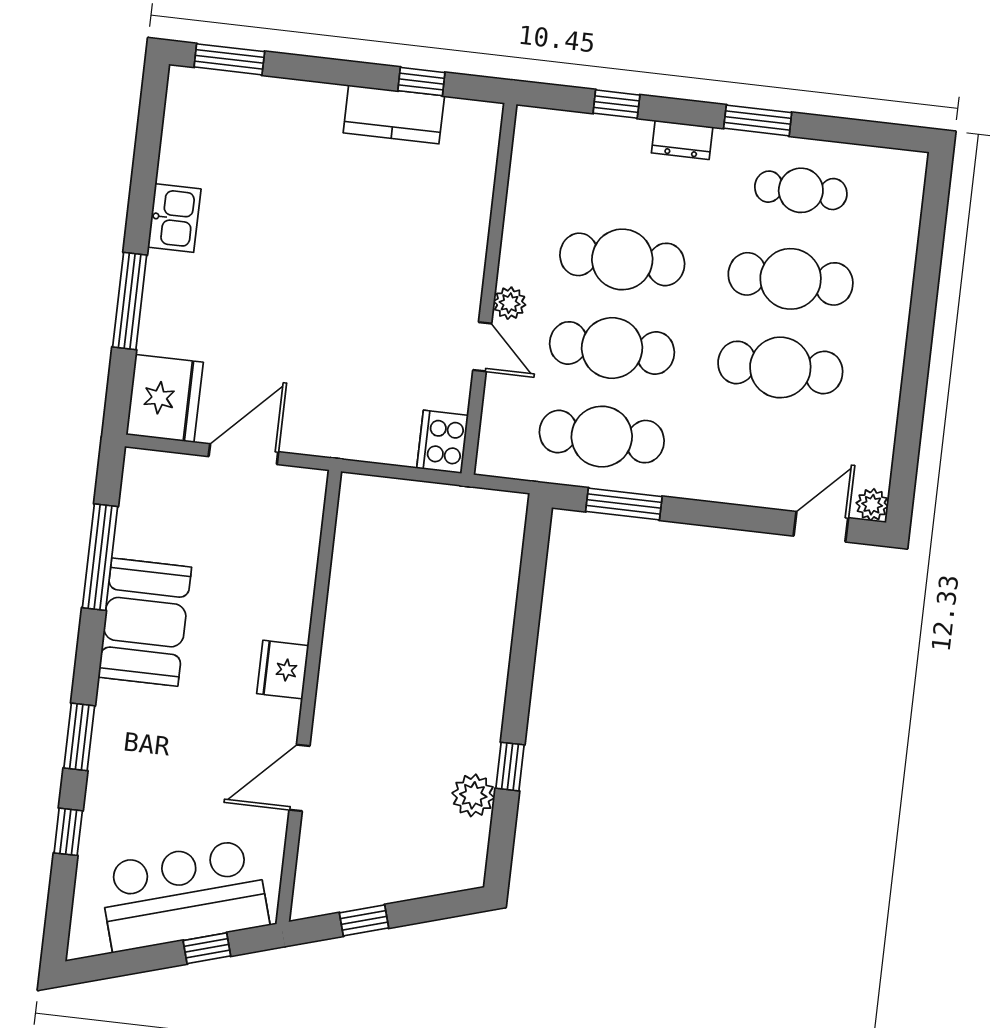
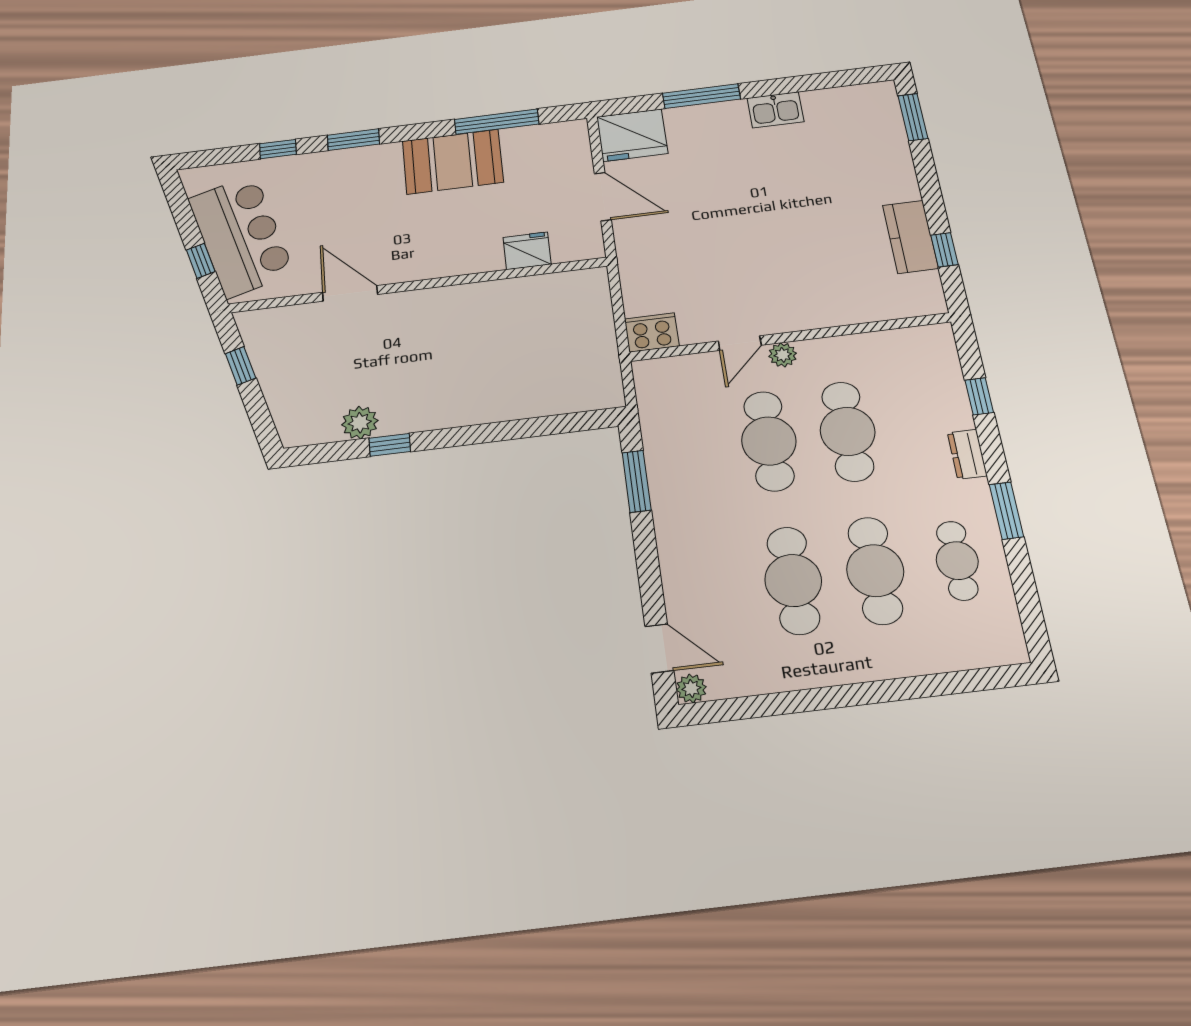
cafe table: (602, 437) -> (690, 451), removed
fridge: (283, 670) -> (527, 251), moved

